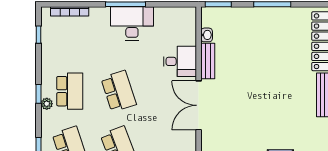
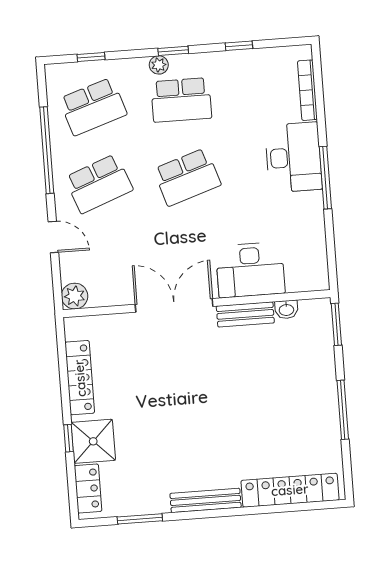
desk: (132, 23) -> (293, 157), moved
window: (38, 35) -> (239, 46), moved
desk: (180, 61) -> (250, 270), width x1.37

